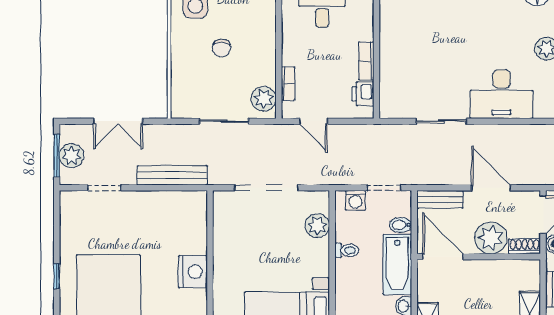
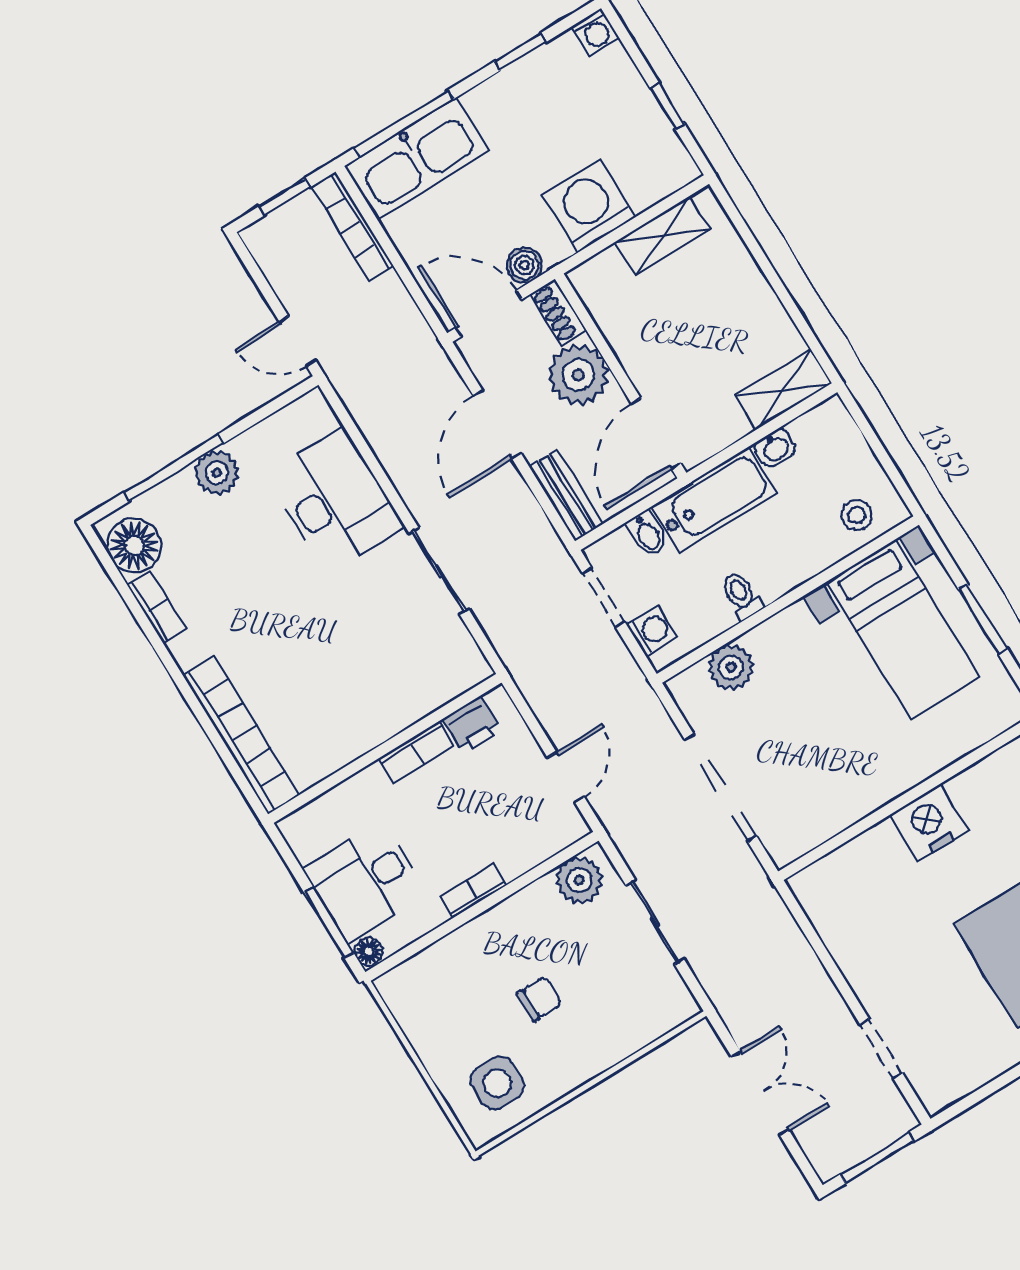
bookcase: (288, 84) -> (473, 891), moved
plant: (72, 156) -> (862, 1134), removed
bench: (172, 175) -> (794, 952), removed

